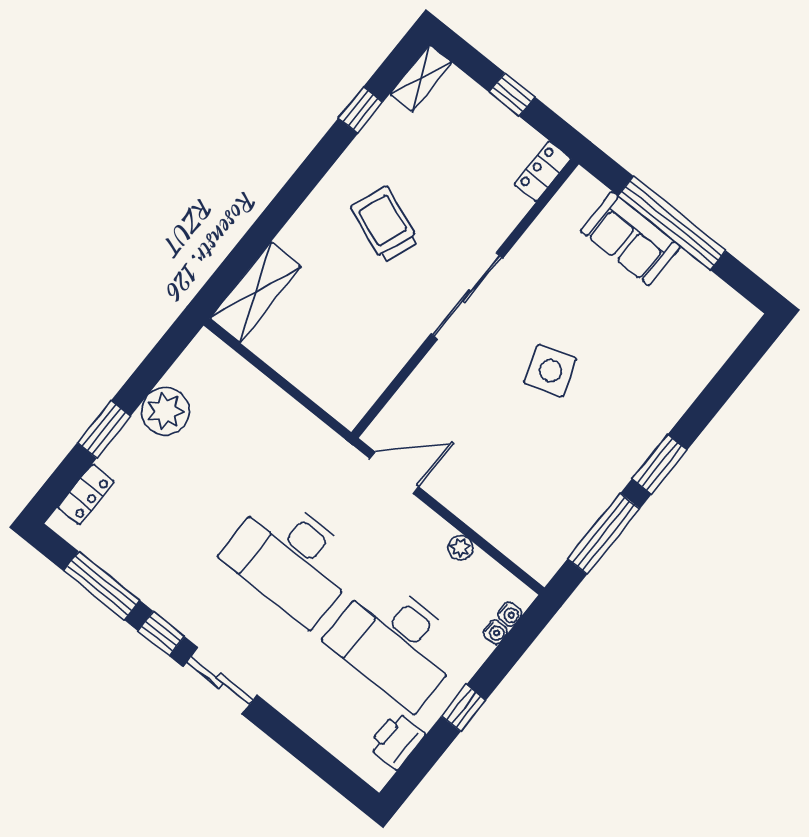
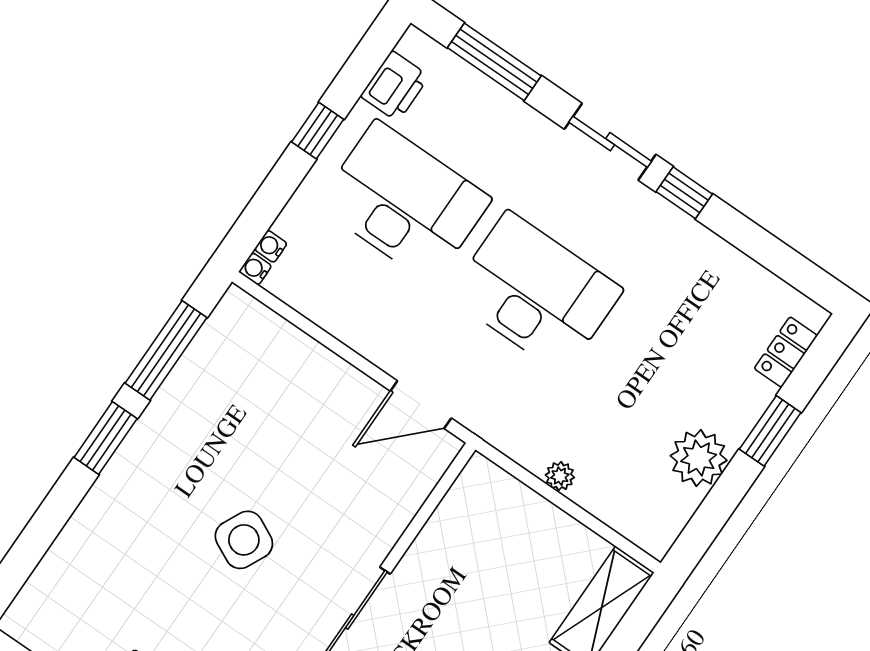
side table: (550, 371) -> (244, 540), turned 45
plant: (460, 548) -> (560, 476), moved
window: (101, 586) -> (494, 62), moved
water cooler: (495, 632) -> (255, 269), moved

